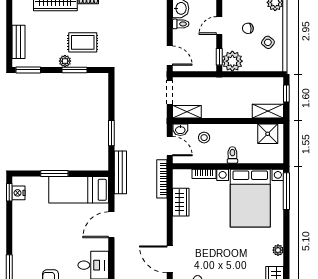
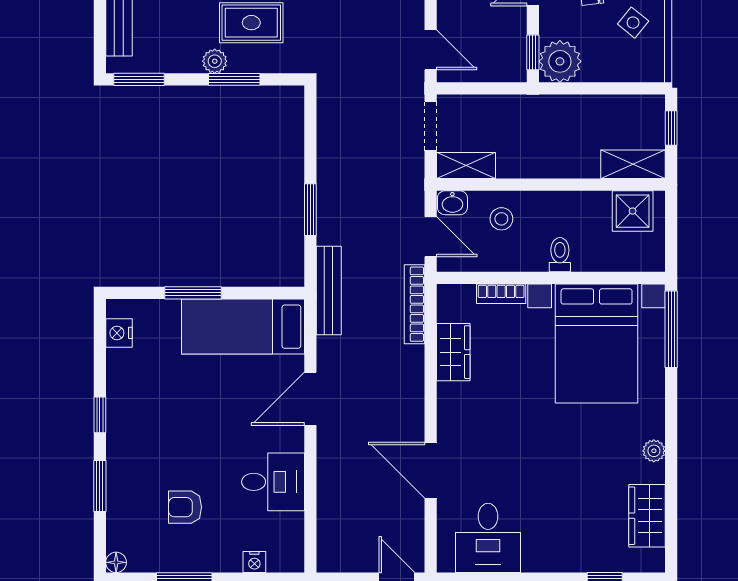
window: (9, 192) -> (100, 415), moved

